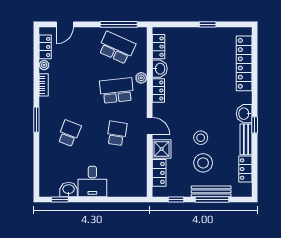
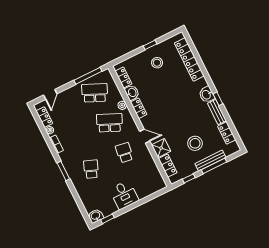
school desk: (117, 91) -> (109, 123), turned 30
stool: (201, 138) -> (157, 63), moved
washbasin: (69, 190) -> (96, 216), moved

